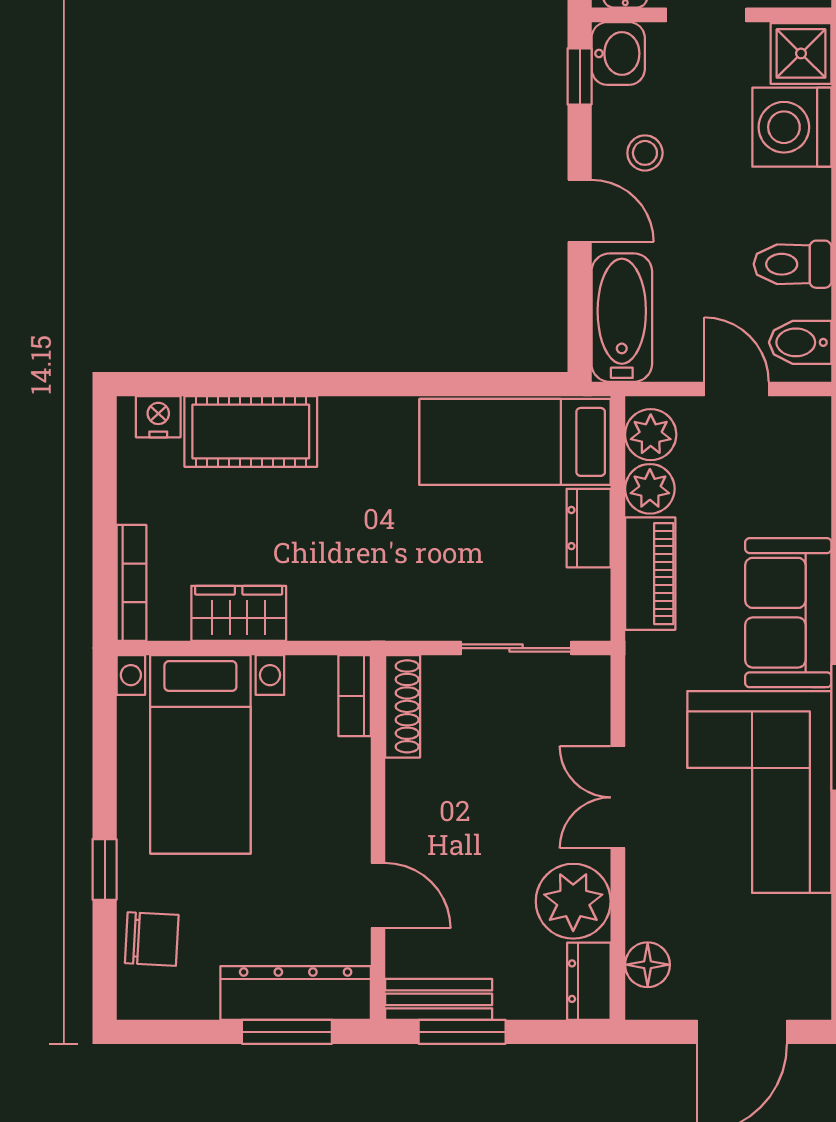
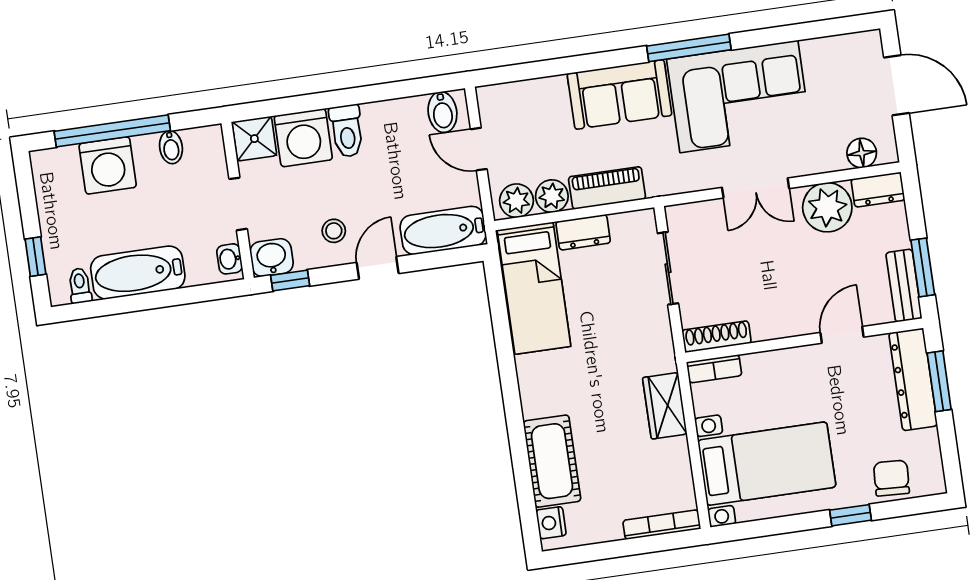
toilet: (793, 264) -> (347, 131), moved
door: (737, 389) -> (479, 149), hinge flipped
wardrobe: (239, 613) -> (665, 406), moved

